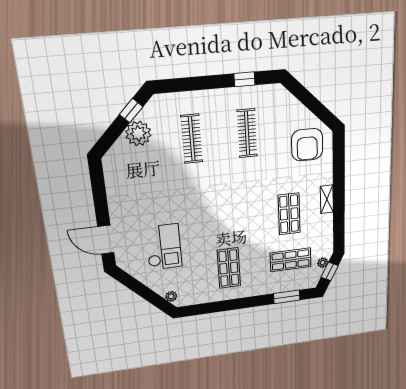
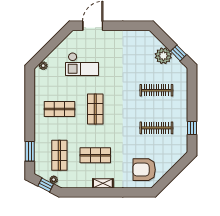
shop shelf: (226, 222) -> (95, 109), added

